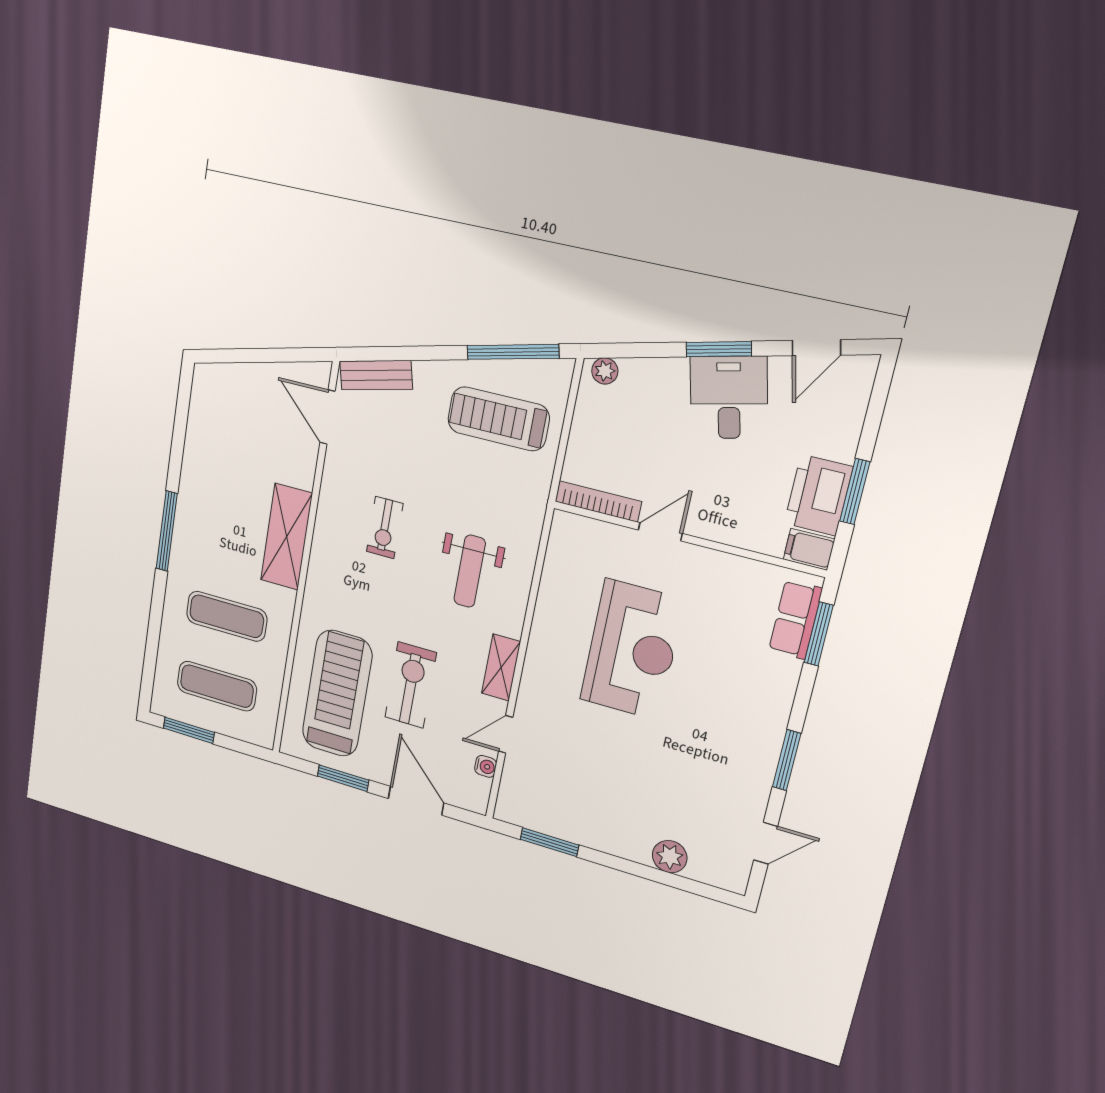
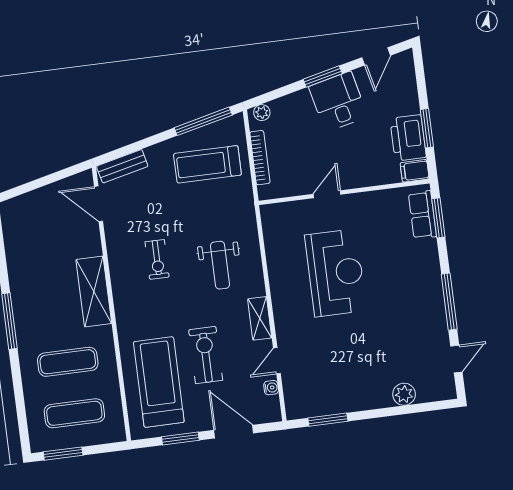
bookcase: (598, 501) -> (260, 158), moved, turned 90
window: (787, 760) -> (449, 302), width x1.44

